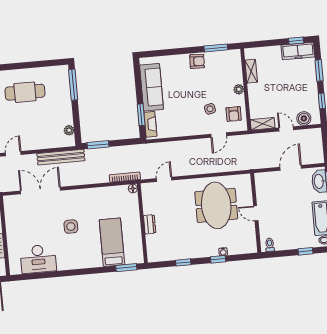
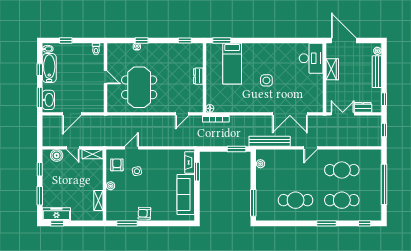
desk: (38, 259) -> (311, 58), moved, turned 90
window: (183, 262) -> (185, 41), moved

